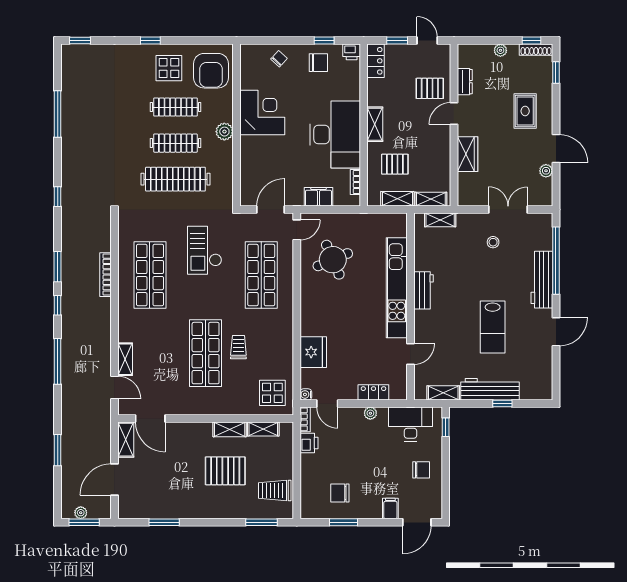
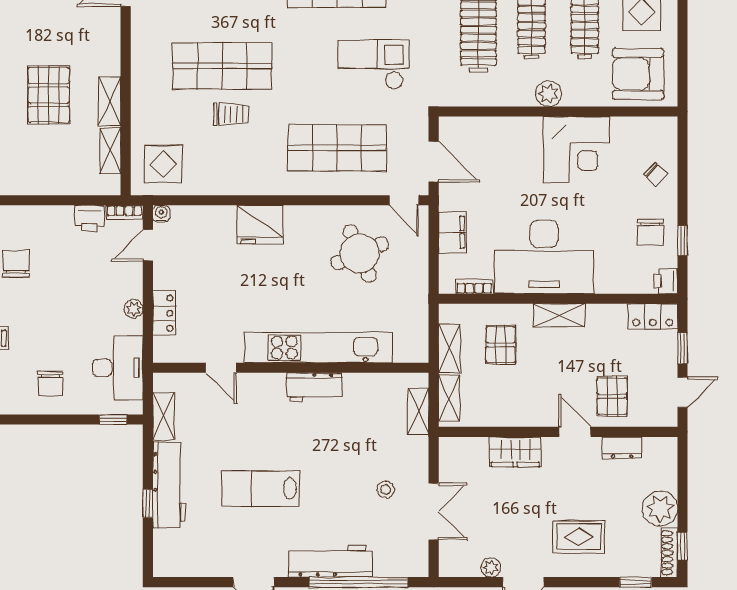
plant: (500, 50) -> (660, 509), width x1.88, depth x1.88
fridge: (313, 352) -> (260, 225), moved
trolley: (275, 490) -> (20, 168), removed

